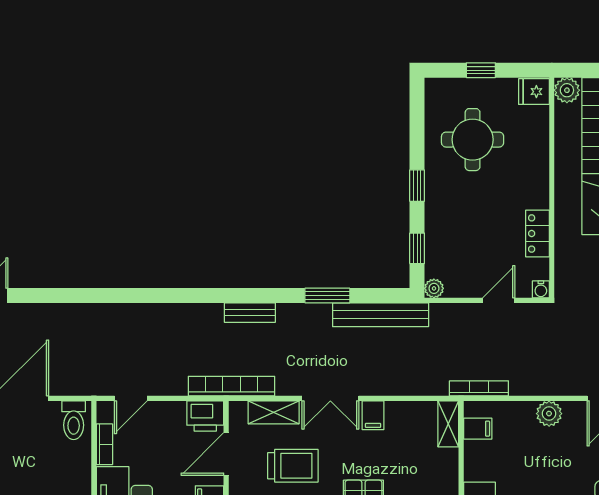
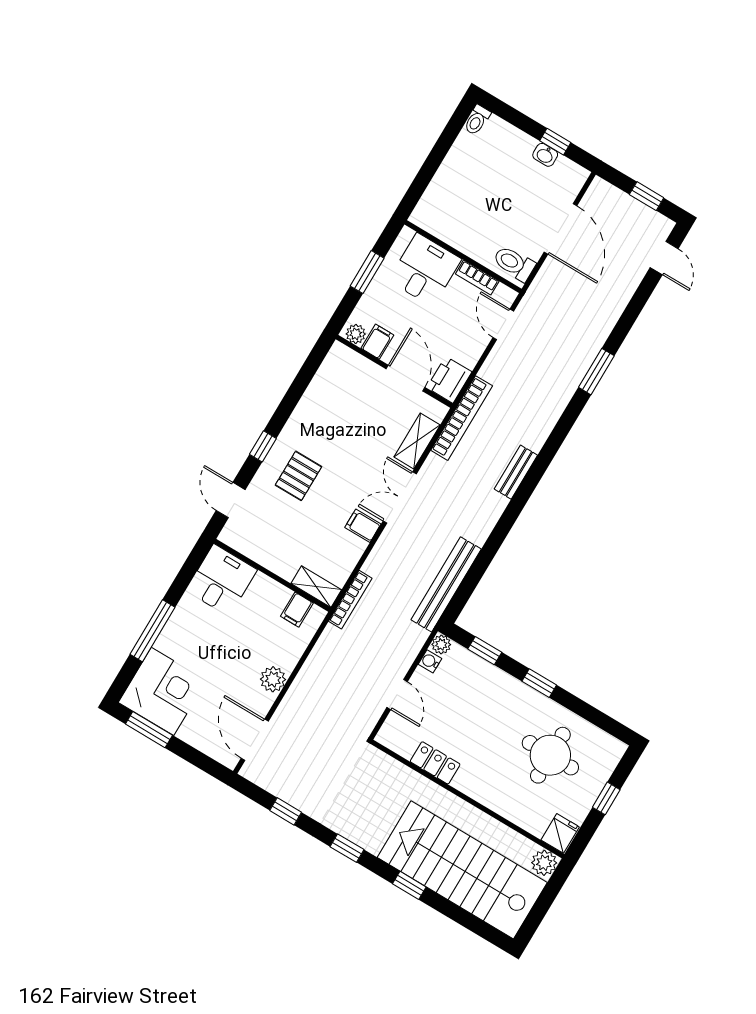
water cooler: (541, 289) -> (430, 661), moved
window: (327, 295) -> (596, 372), moved
bookcase: (479, 388) -> (350, 600), moved
trolley: (293, 466) -> (361, 430), removed

